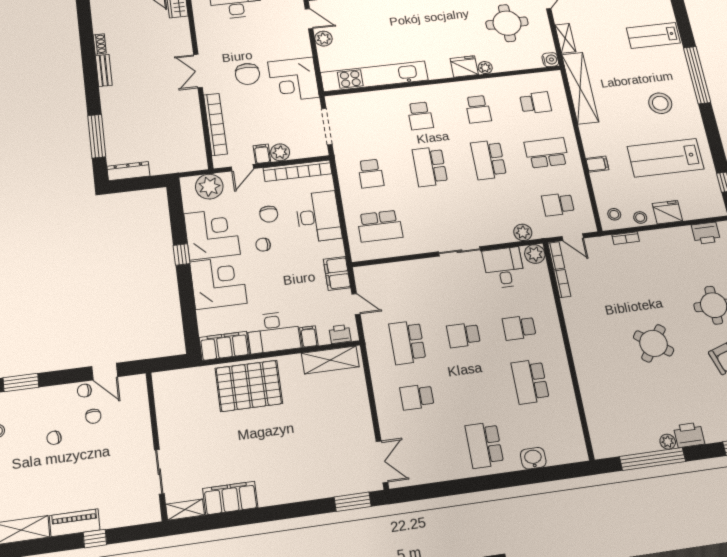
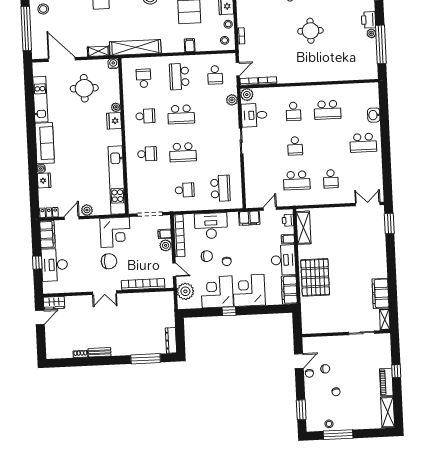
filing cabinet: (262, 154) -> (165, 234), moved
round table: (654, 343) -> (310, 31), turned -36

